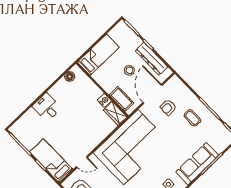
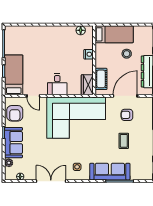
stool: (129, 70) -> (127, 54), moved
nightstand: (104, 100) -> (89, 54), moved
desk: (47, 107) -> (57, 84), moved, turned 180
coffee table: (192, 118) -> (124, 141), moved

